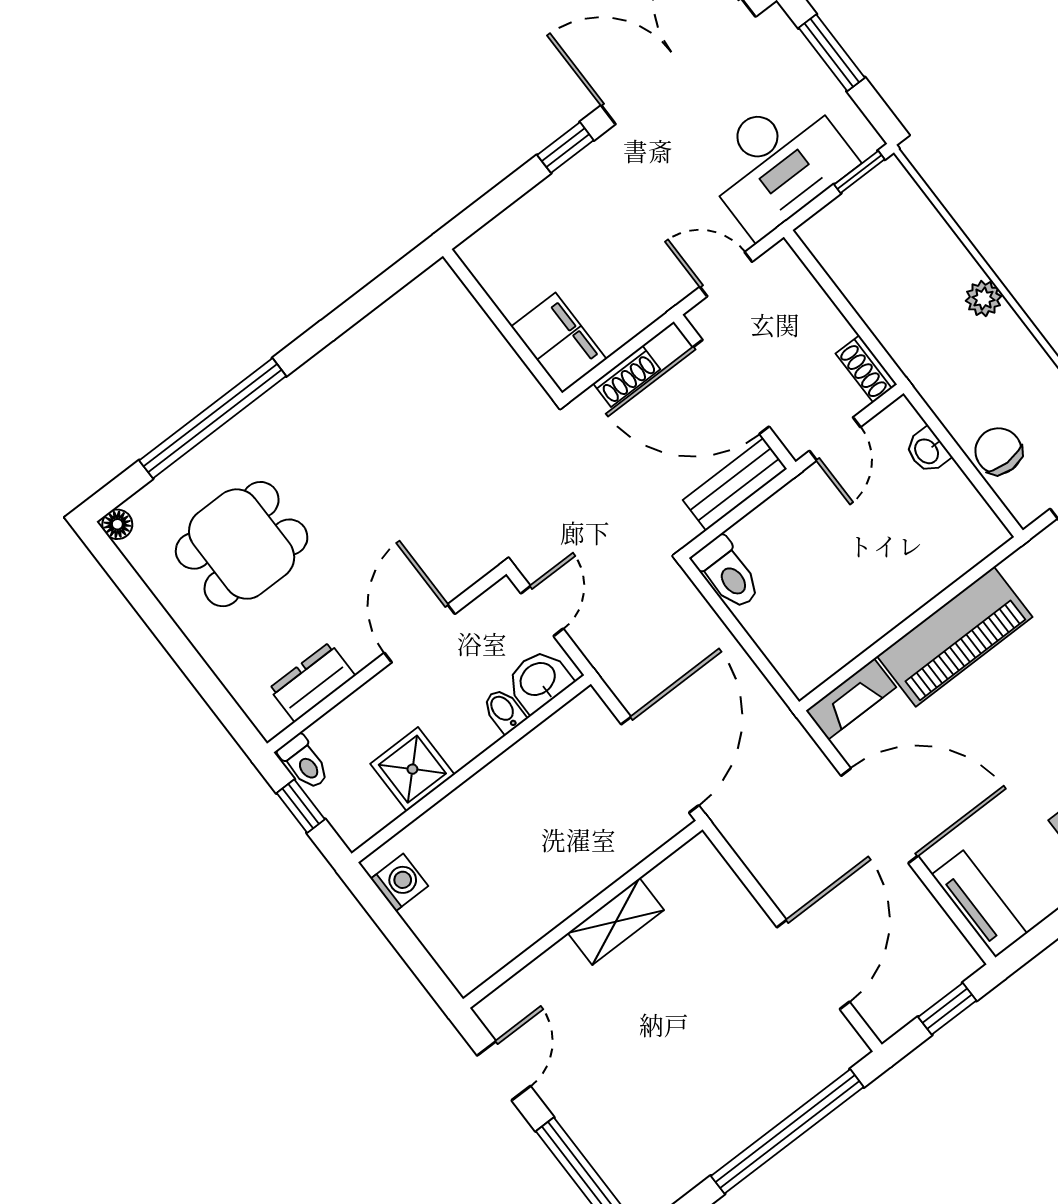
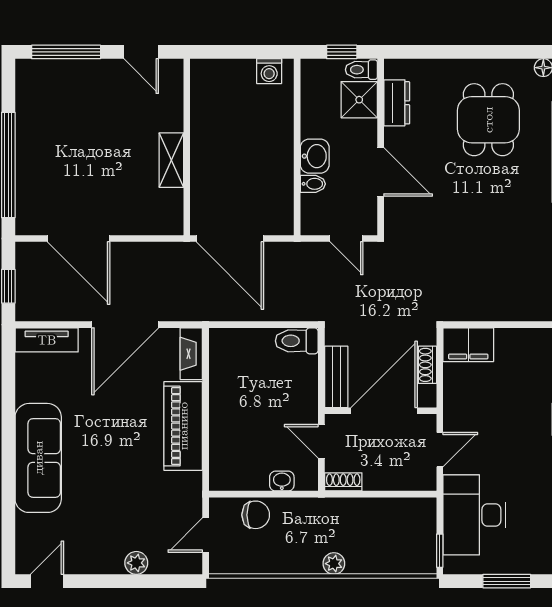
washbasin: (539, 680) -> (315, 156), moved
shower: (412, 769) -> (359, 100), moved

